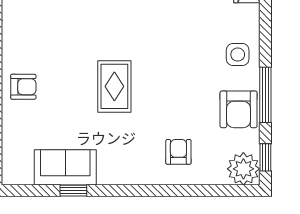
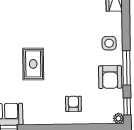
plant: (243, 169) -> (118, 118), width x0.53, depth x0.53

